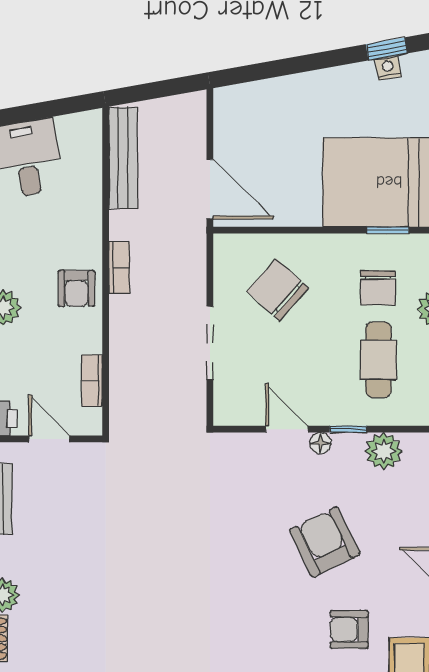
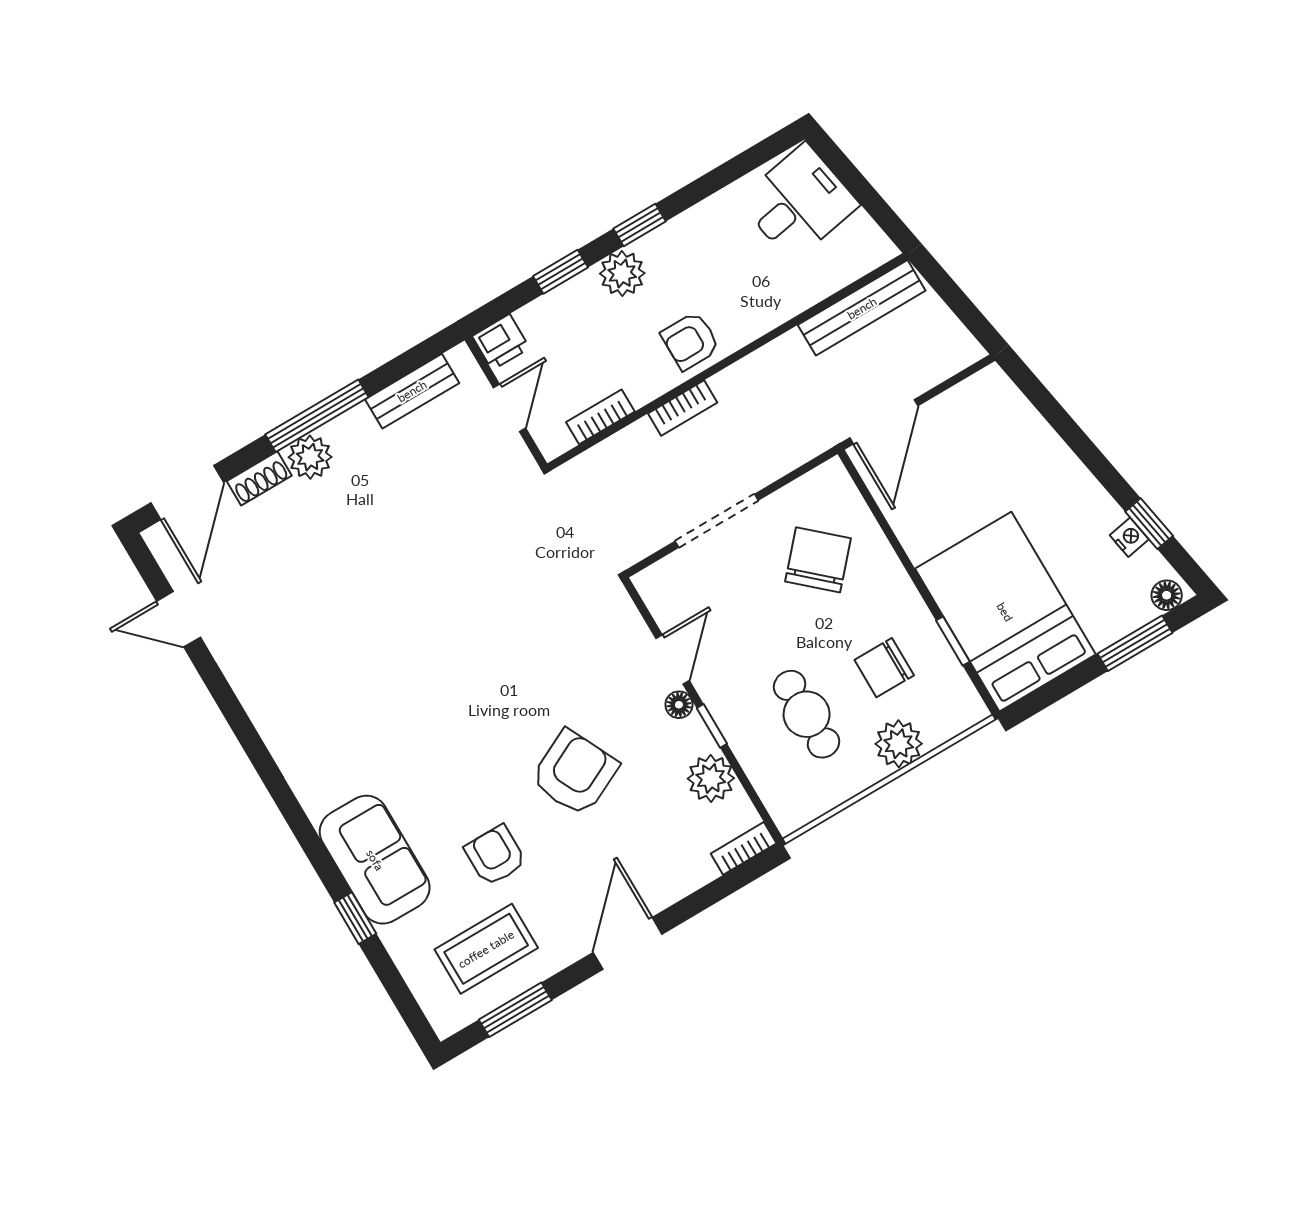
bookcase: (119, 268) -> (683, 408), moved
cafe table: (378, 360) -> (807, 714), turned 90

